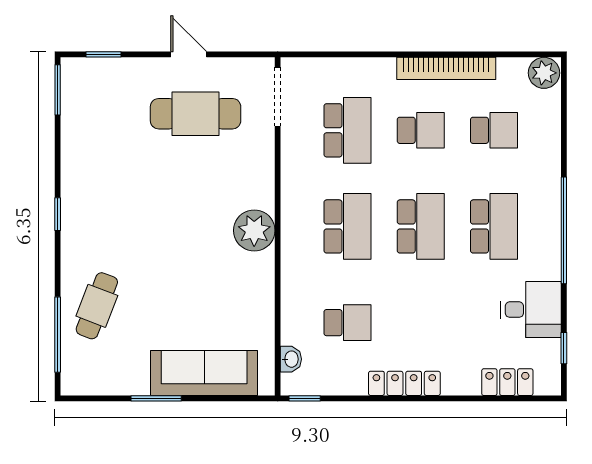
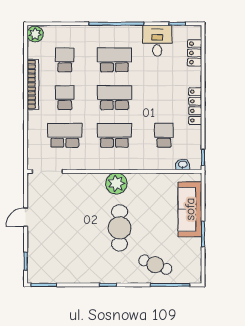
cafe table: (196, 114) -> (120, 228), moved

